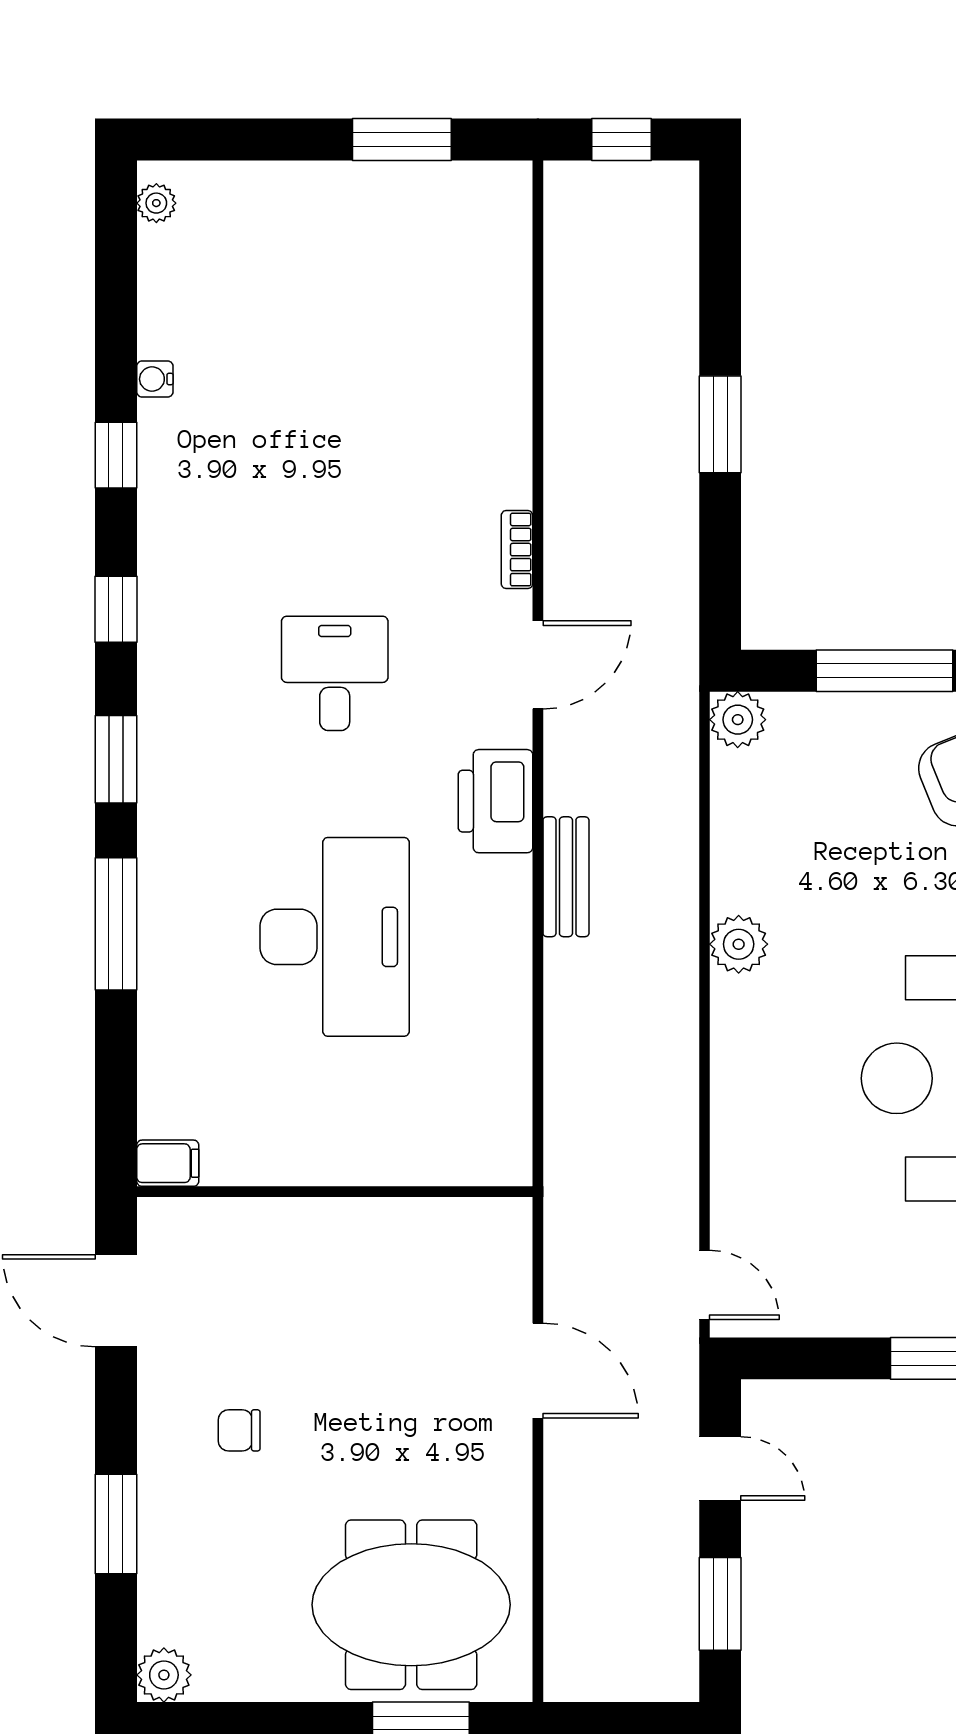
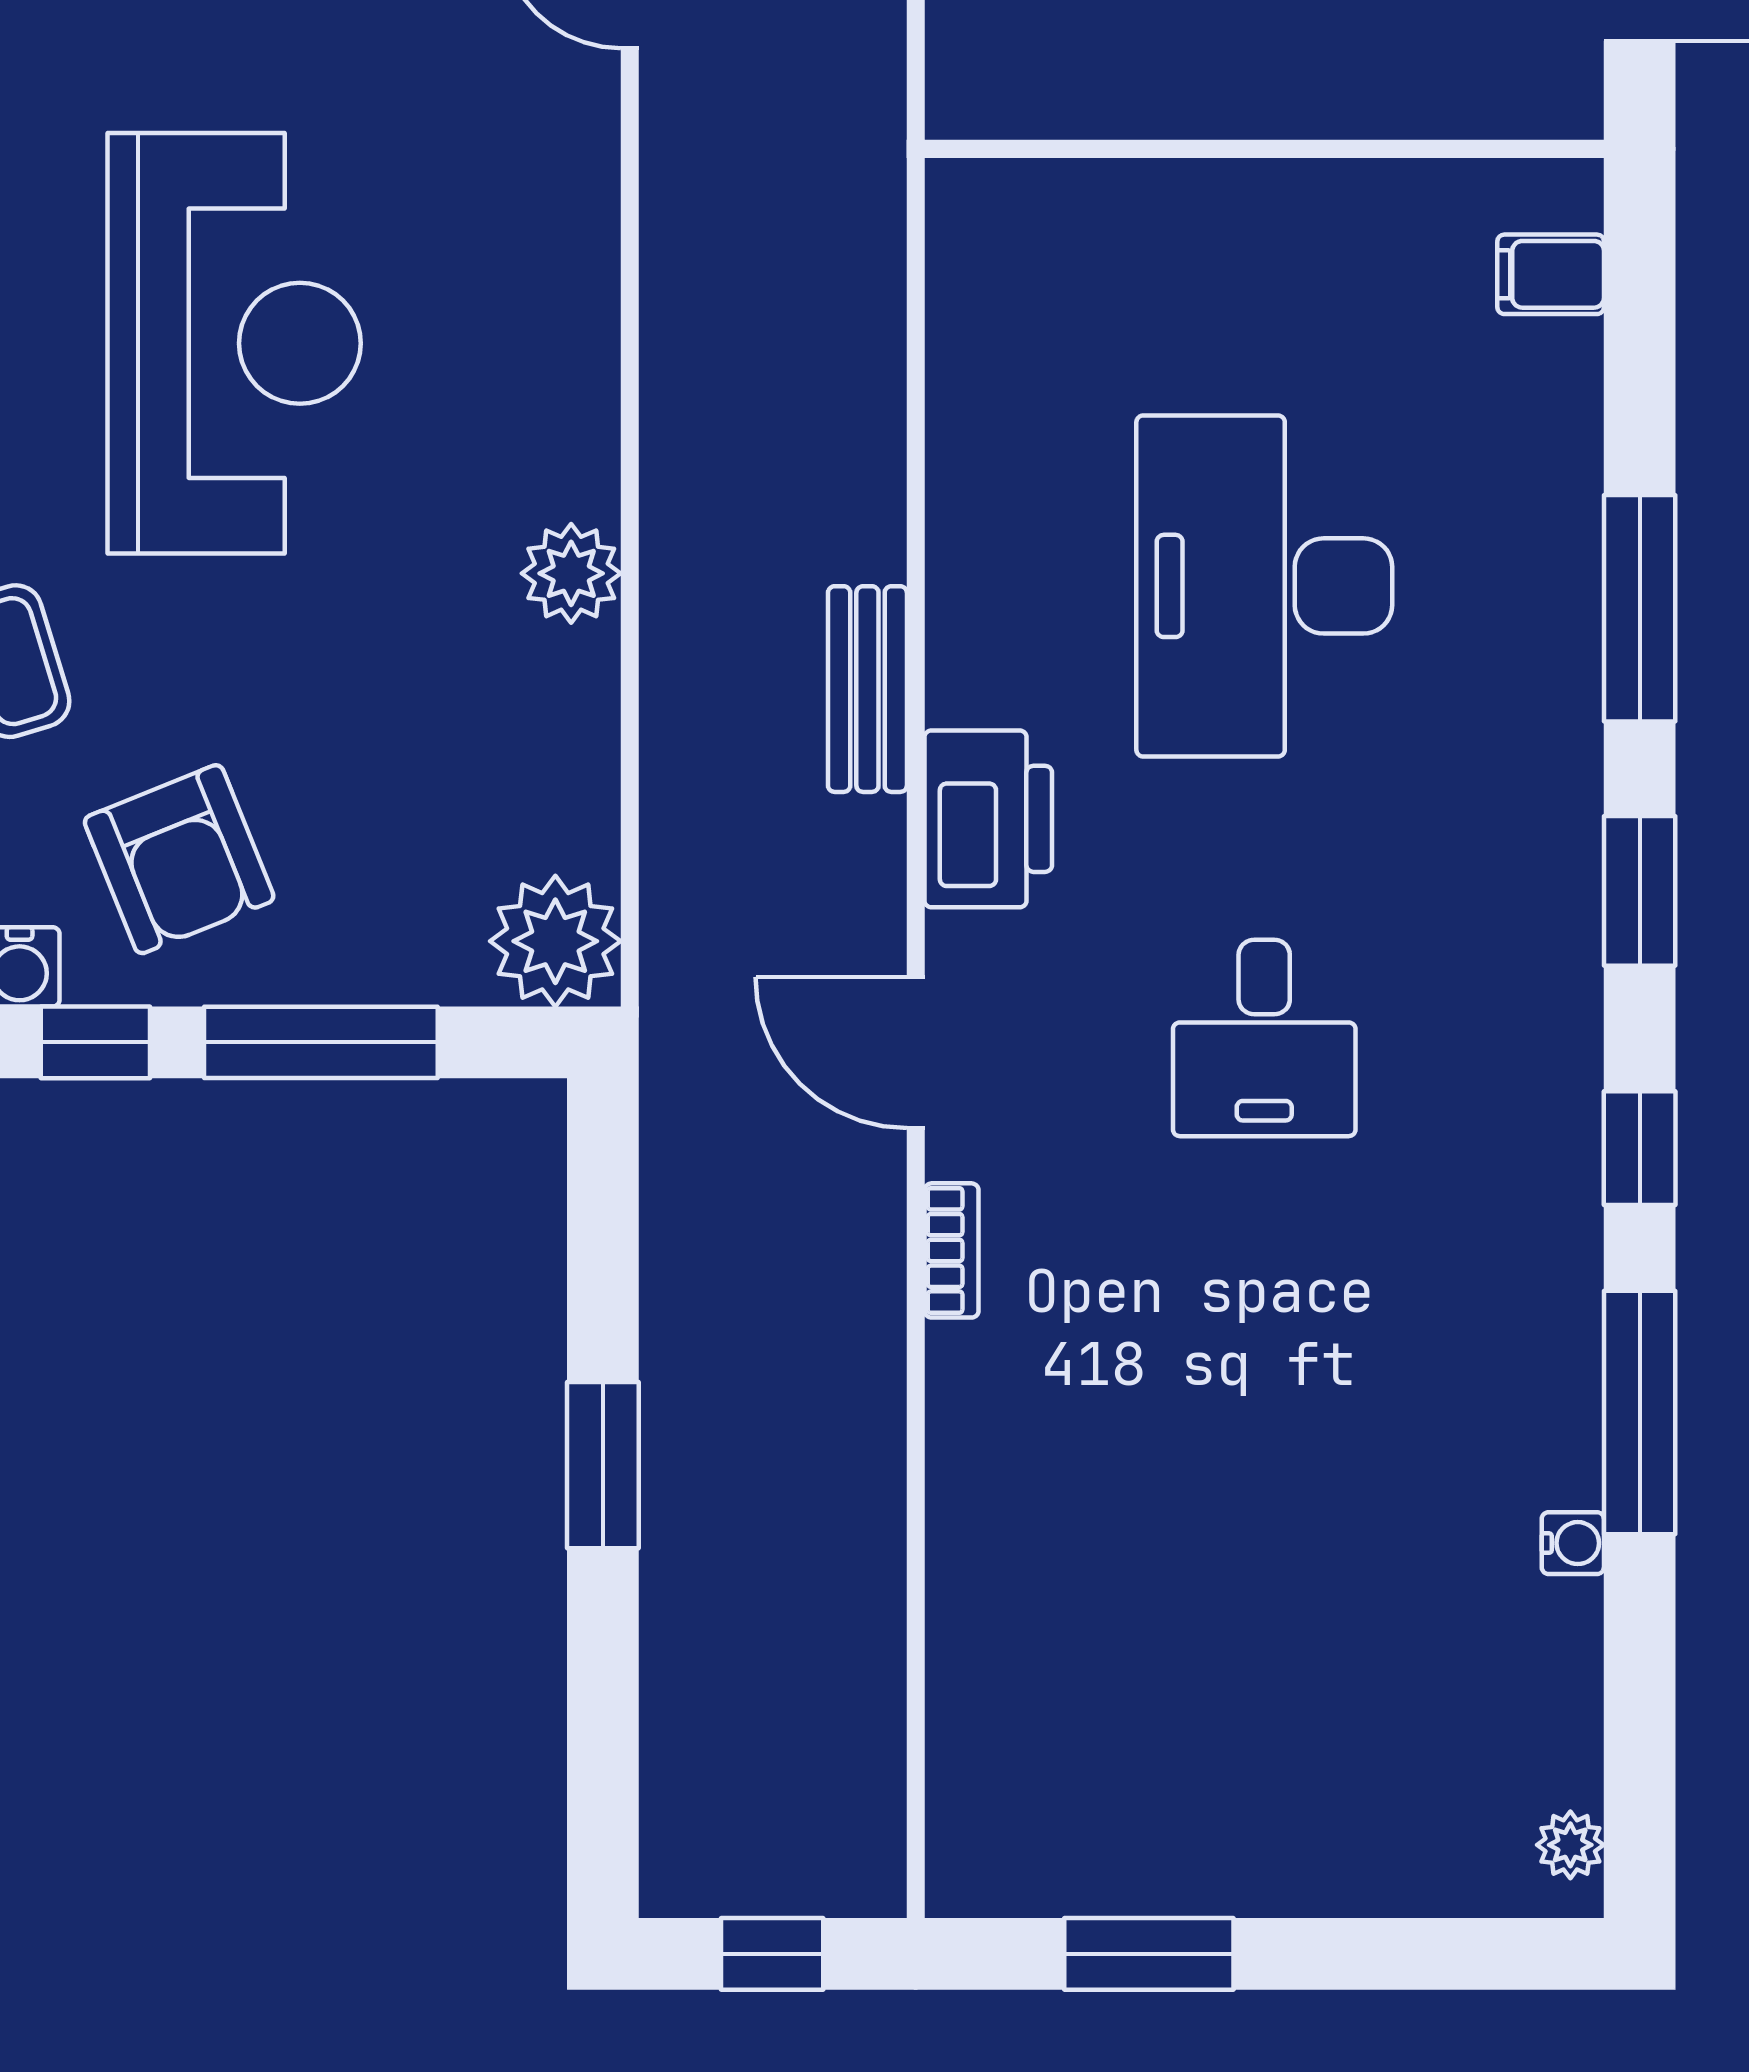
window: (116, 455) -> (1640, 1413), width x2.17
door: (538, 665) -> (916, 1053), hinge flipped
plant: (738, 720) -> (555, 941), width x1.36, depth x1.36
filing cabinet: (168, 1163) -> (1551, 274), moved

